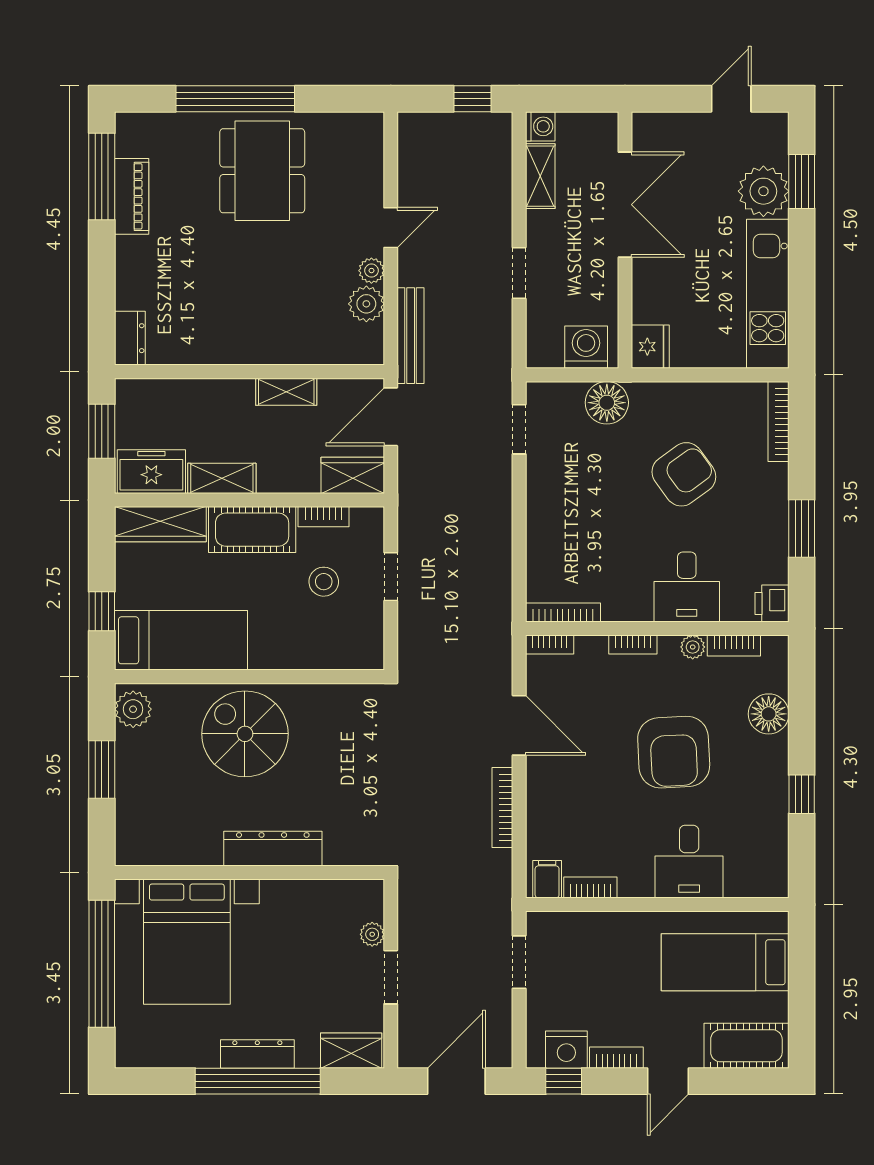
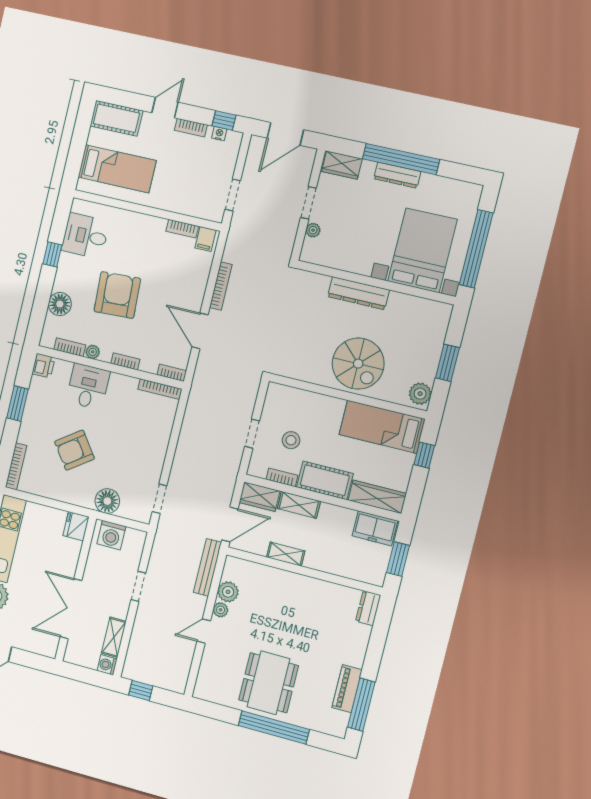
shelving: (222, 478) -> (299, 505), moved
desk: (689, 862) -> (85, 236), moved, turned -90
nightstand: (566, 1050) -> (219, 134), width x0.53, depth x0.56

